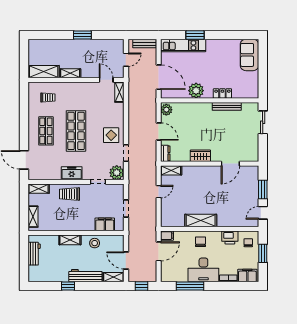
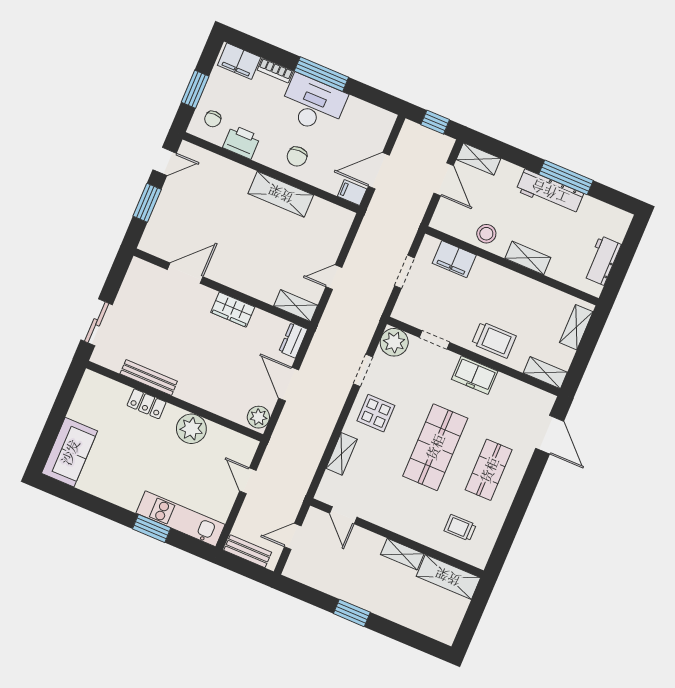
door: (159, 77) -> (248, 481), width x0.53
shelving: (119, 92) -> (342, 454), moved
workbench: (85, 276) -> (550, 192), moved
window: (68, 286) -> (566, 177), width x2.17
window: (190, 286) -> (321, 74), moved

